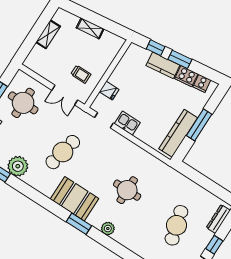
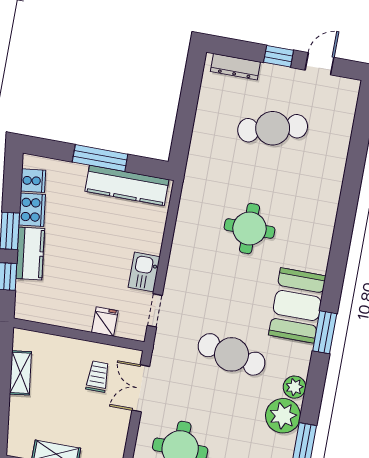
shelving: (90, 28) -> (20, 373), moved
double door: (65, 95) -> (141, 388), swing flipped
window: (79, 224) -> (325, 332), moved
plant: (108, 229) -> (294, 387), moved

